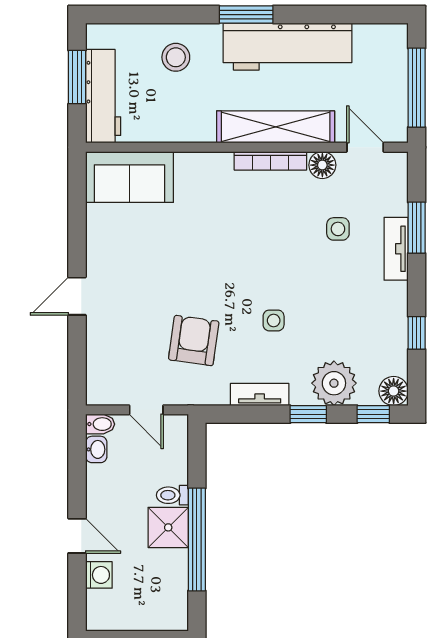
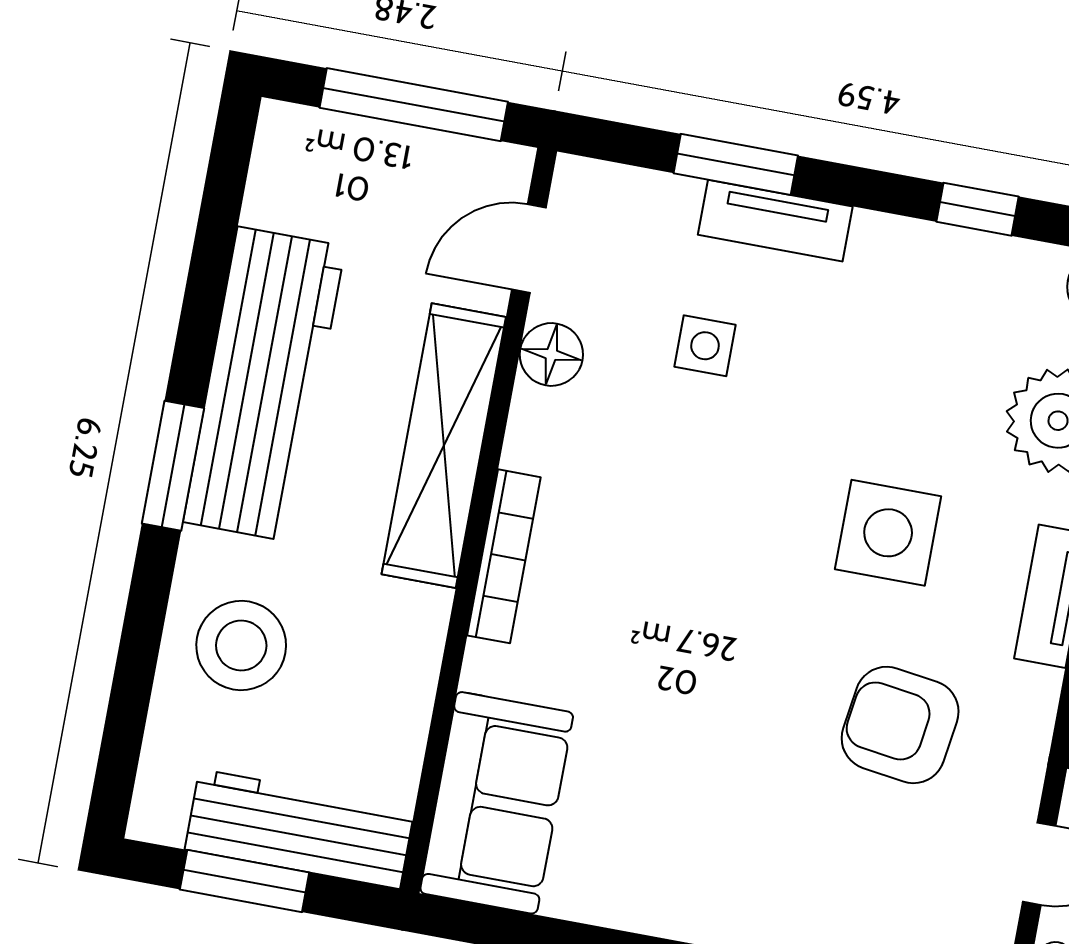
stool: (176, 57) -> (241, 646), width x1.38, depth x1.38
bookcase: (270, 161) -> (504, 556), moved
side table: (274, 320) -> (888, 533), width x1.87, depth x1.87

